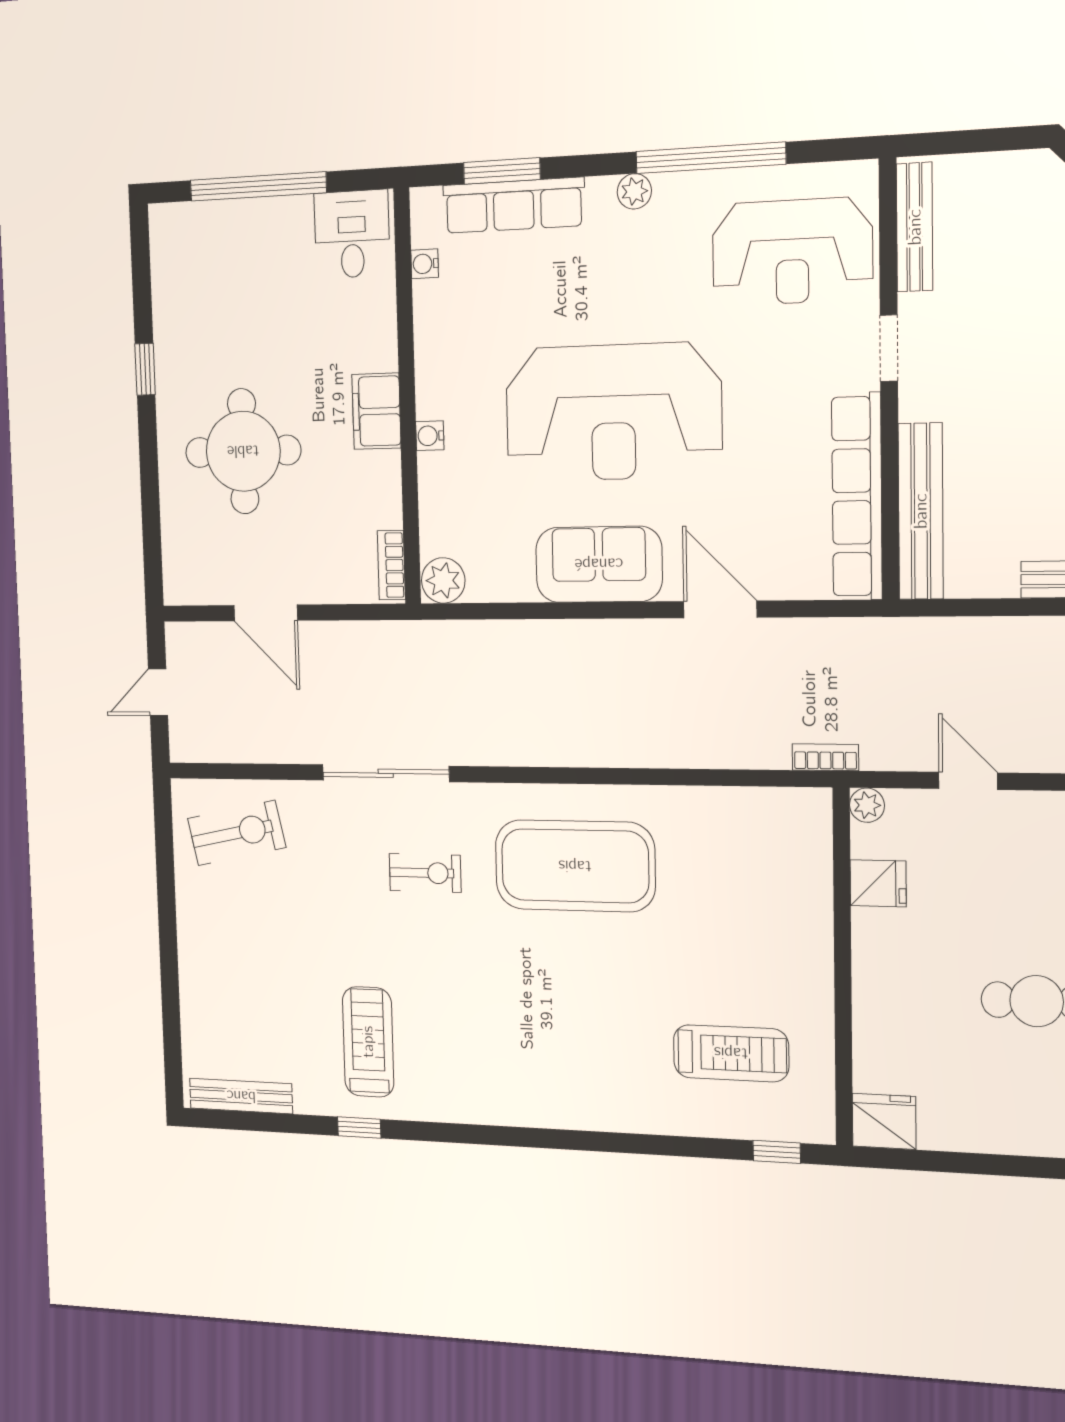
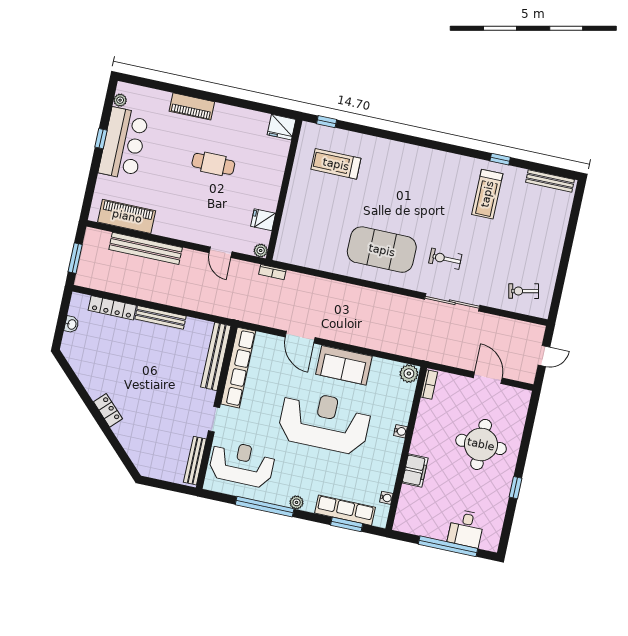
desk: (352, 234) -> (466, 529), moved
filing cabinet: (376, 411) -> (415, 471), moved
exercise bike: (237, 833) -> (524, 291), width x0.73, depth x0.72

